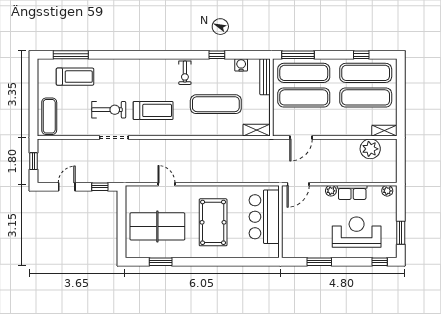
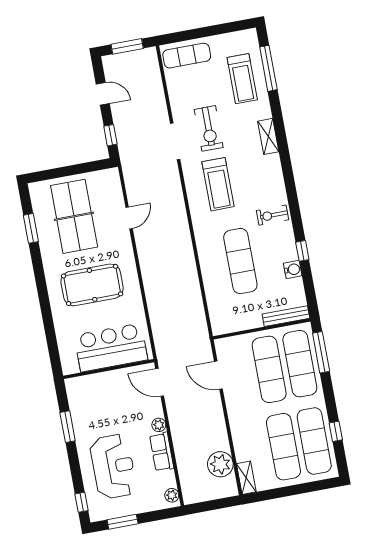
water cooler: (241, 65) -> (293, 269), moved
shelving: (257, 130) -> (268, 136), moved
window: (34, 161) -> (127, 46), width x1.50

